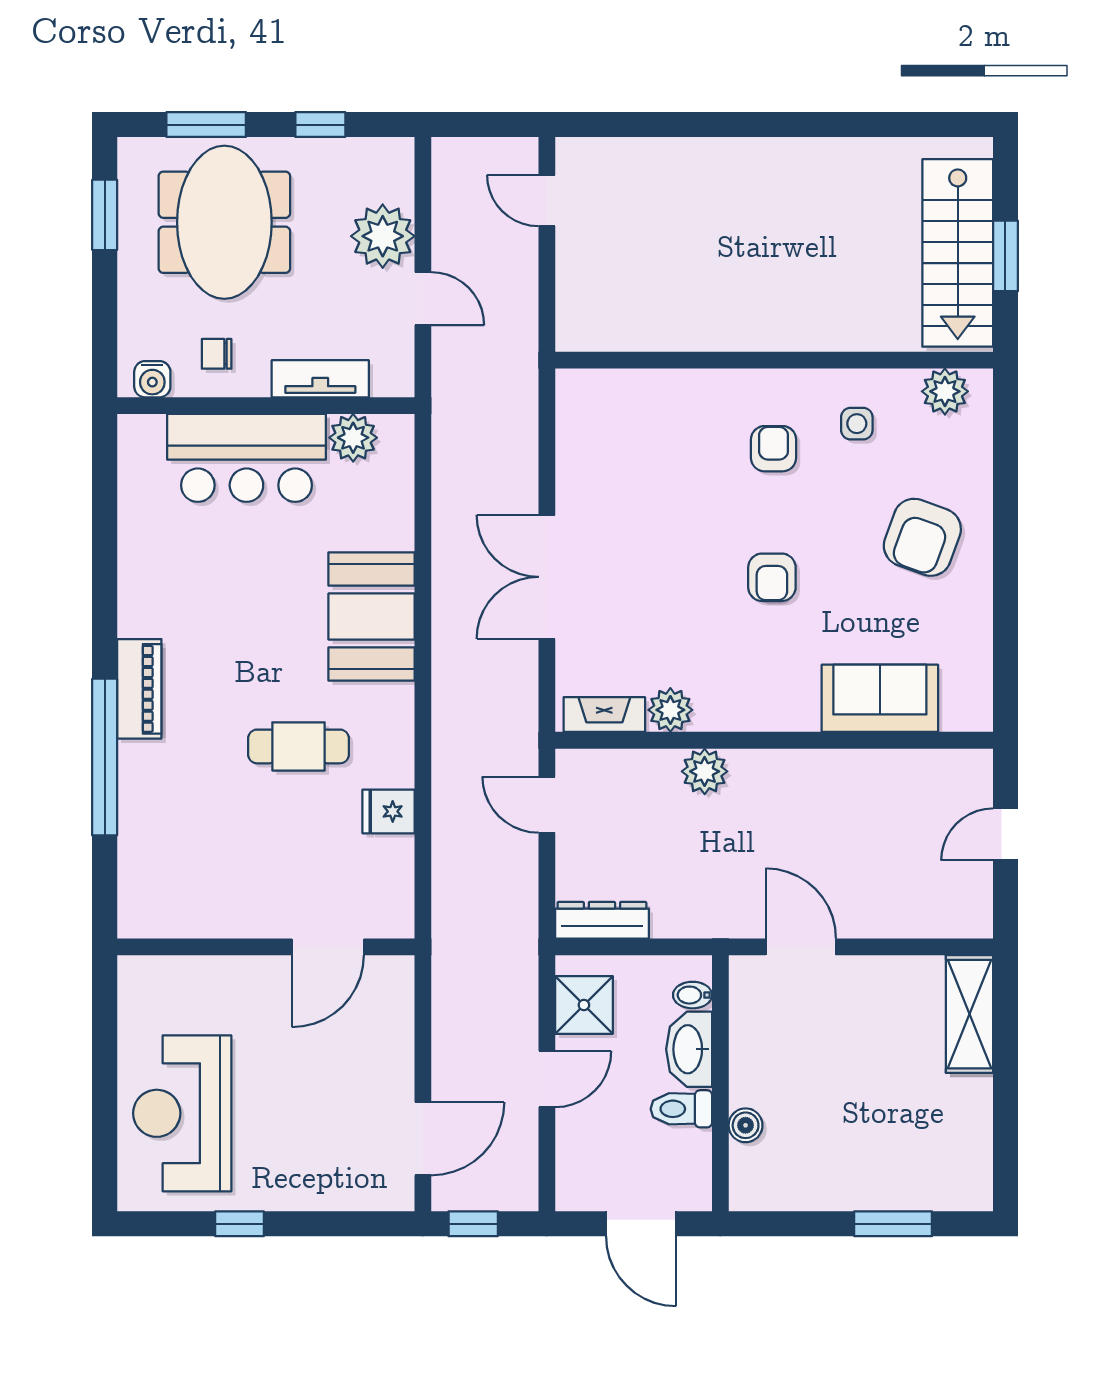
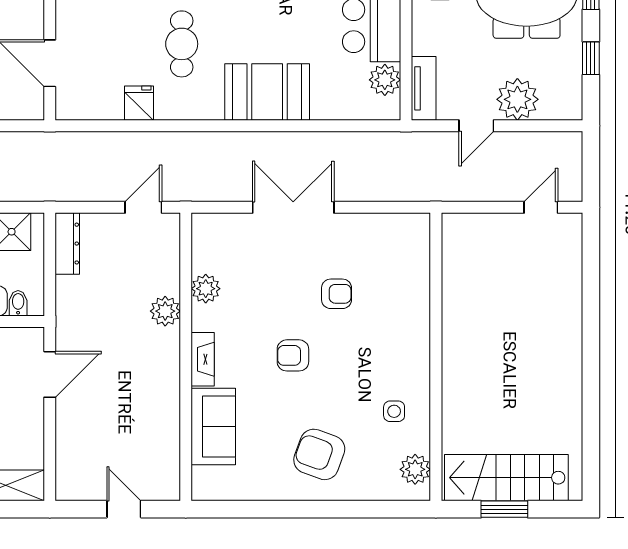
tv unit: (320, 379) -> (424, 88), moved
armchair: (774, 449) -> (337, 294), moved
fireplace: (604, 715) -> (203, 359), moved

